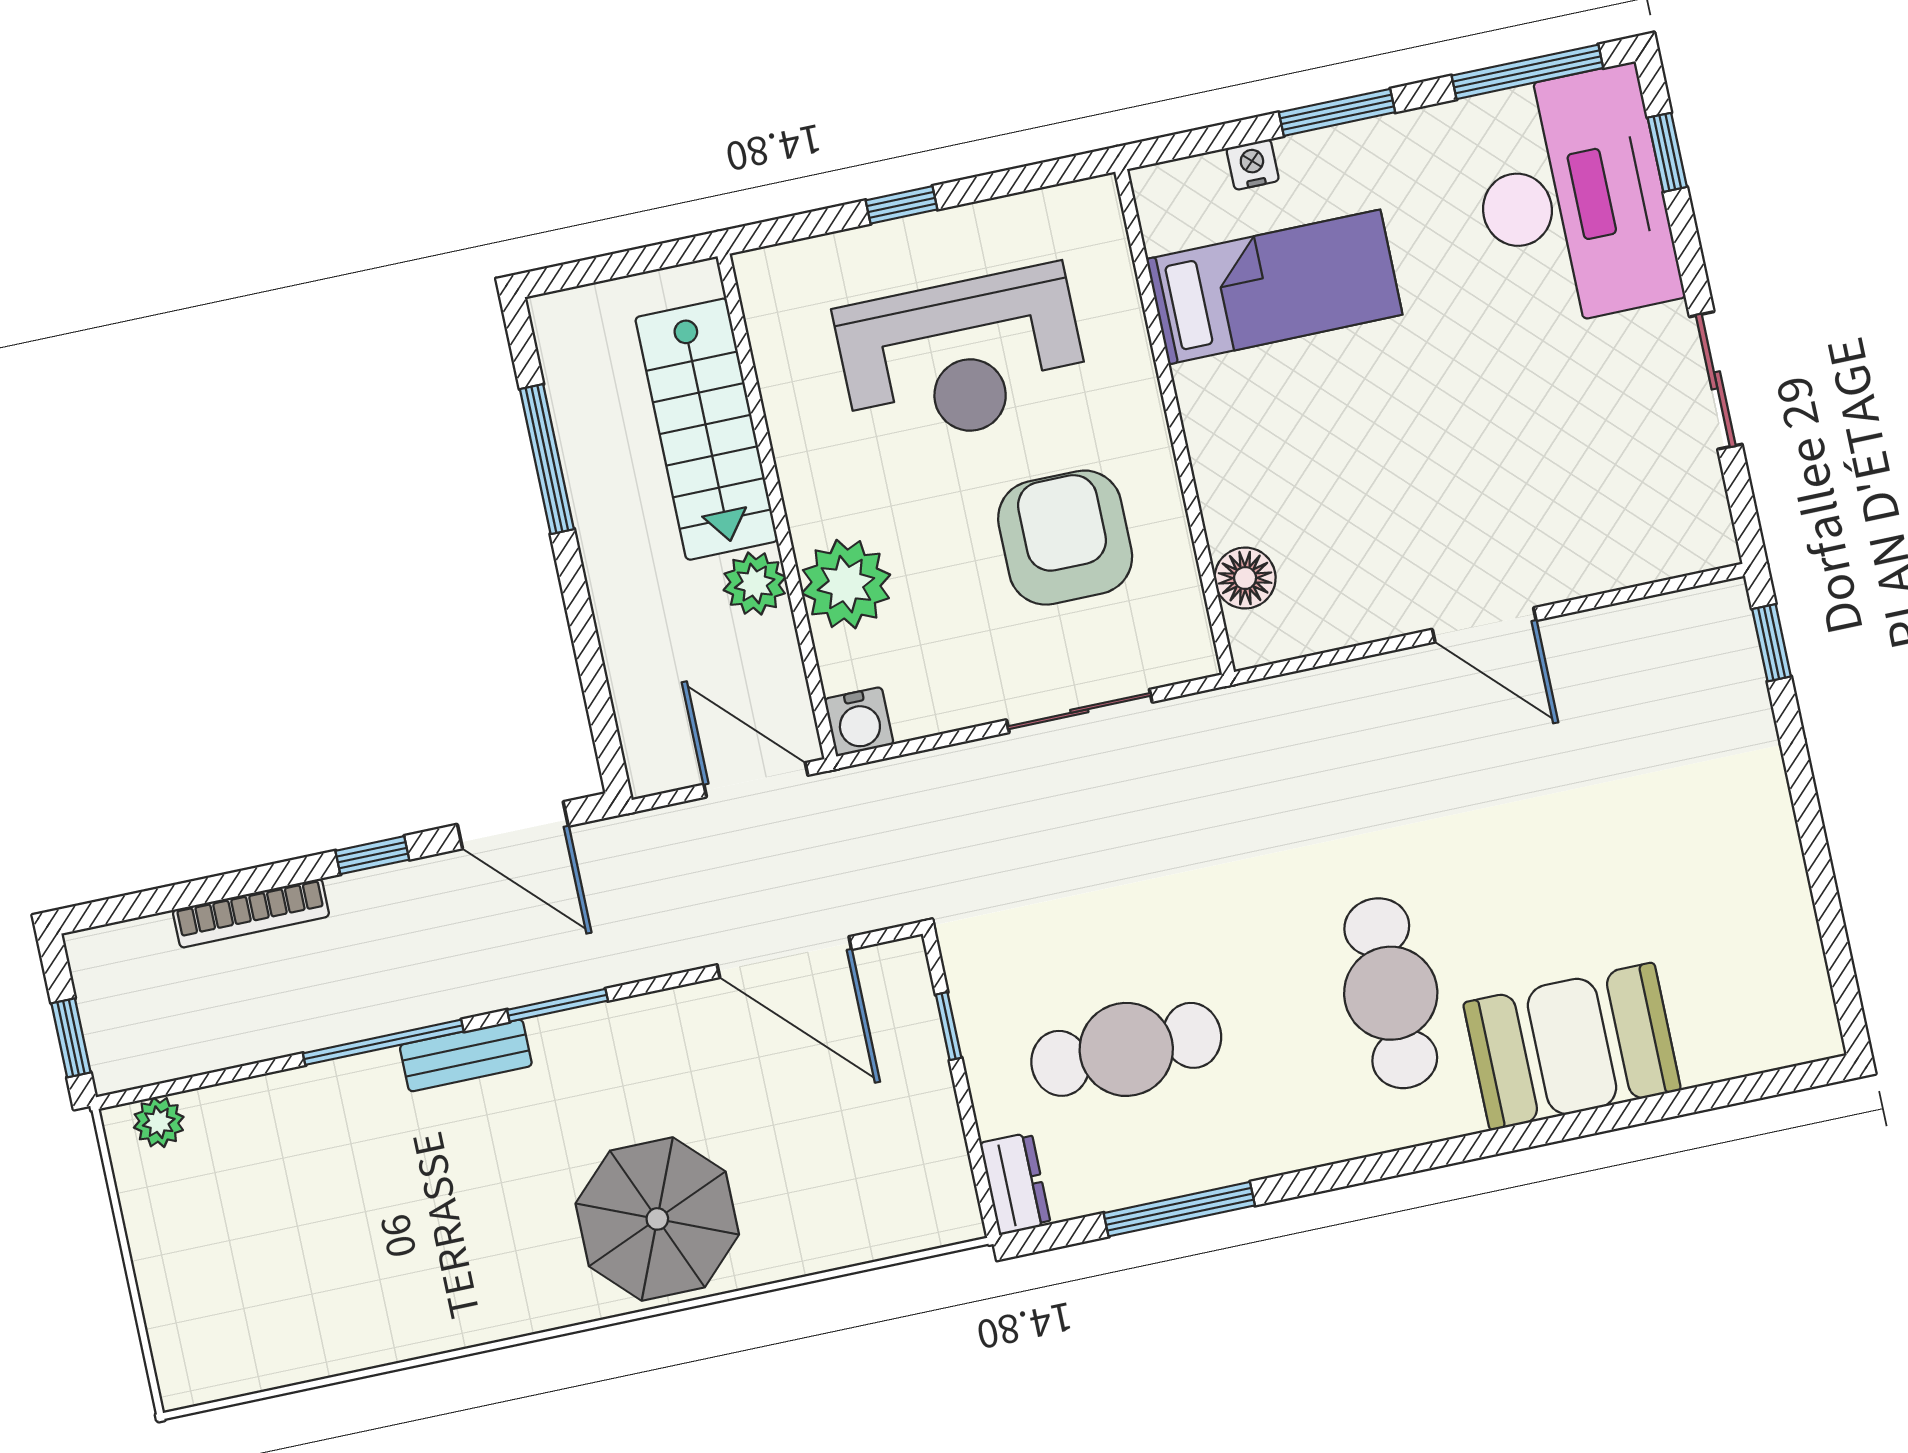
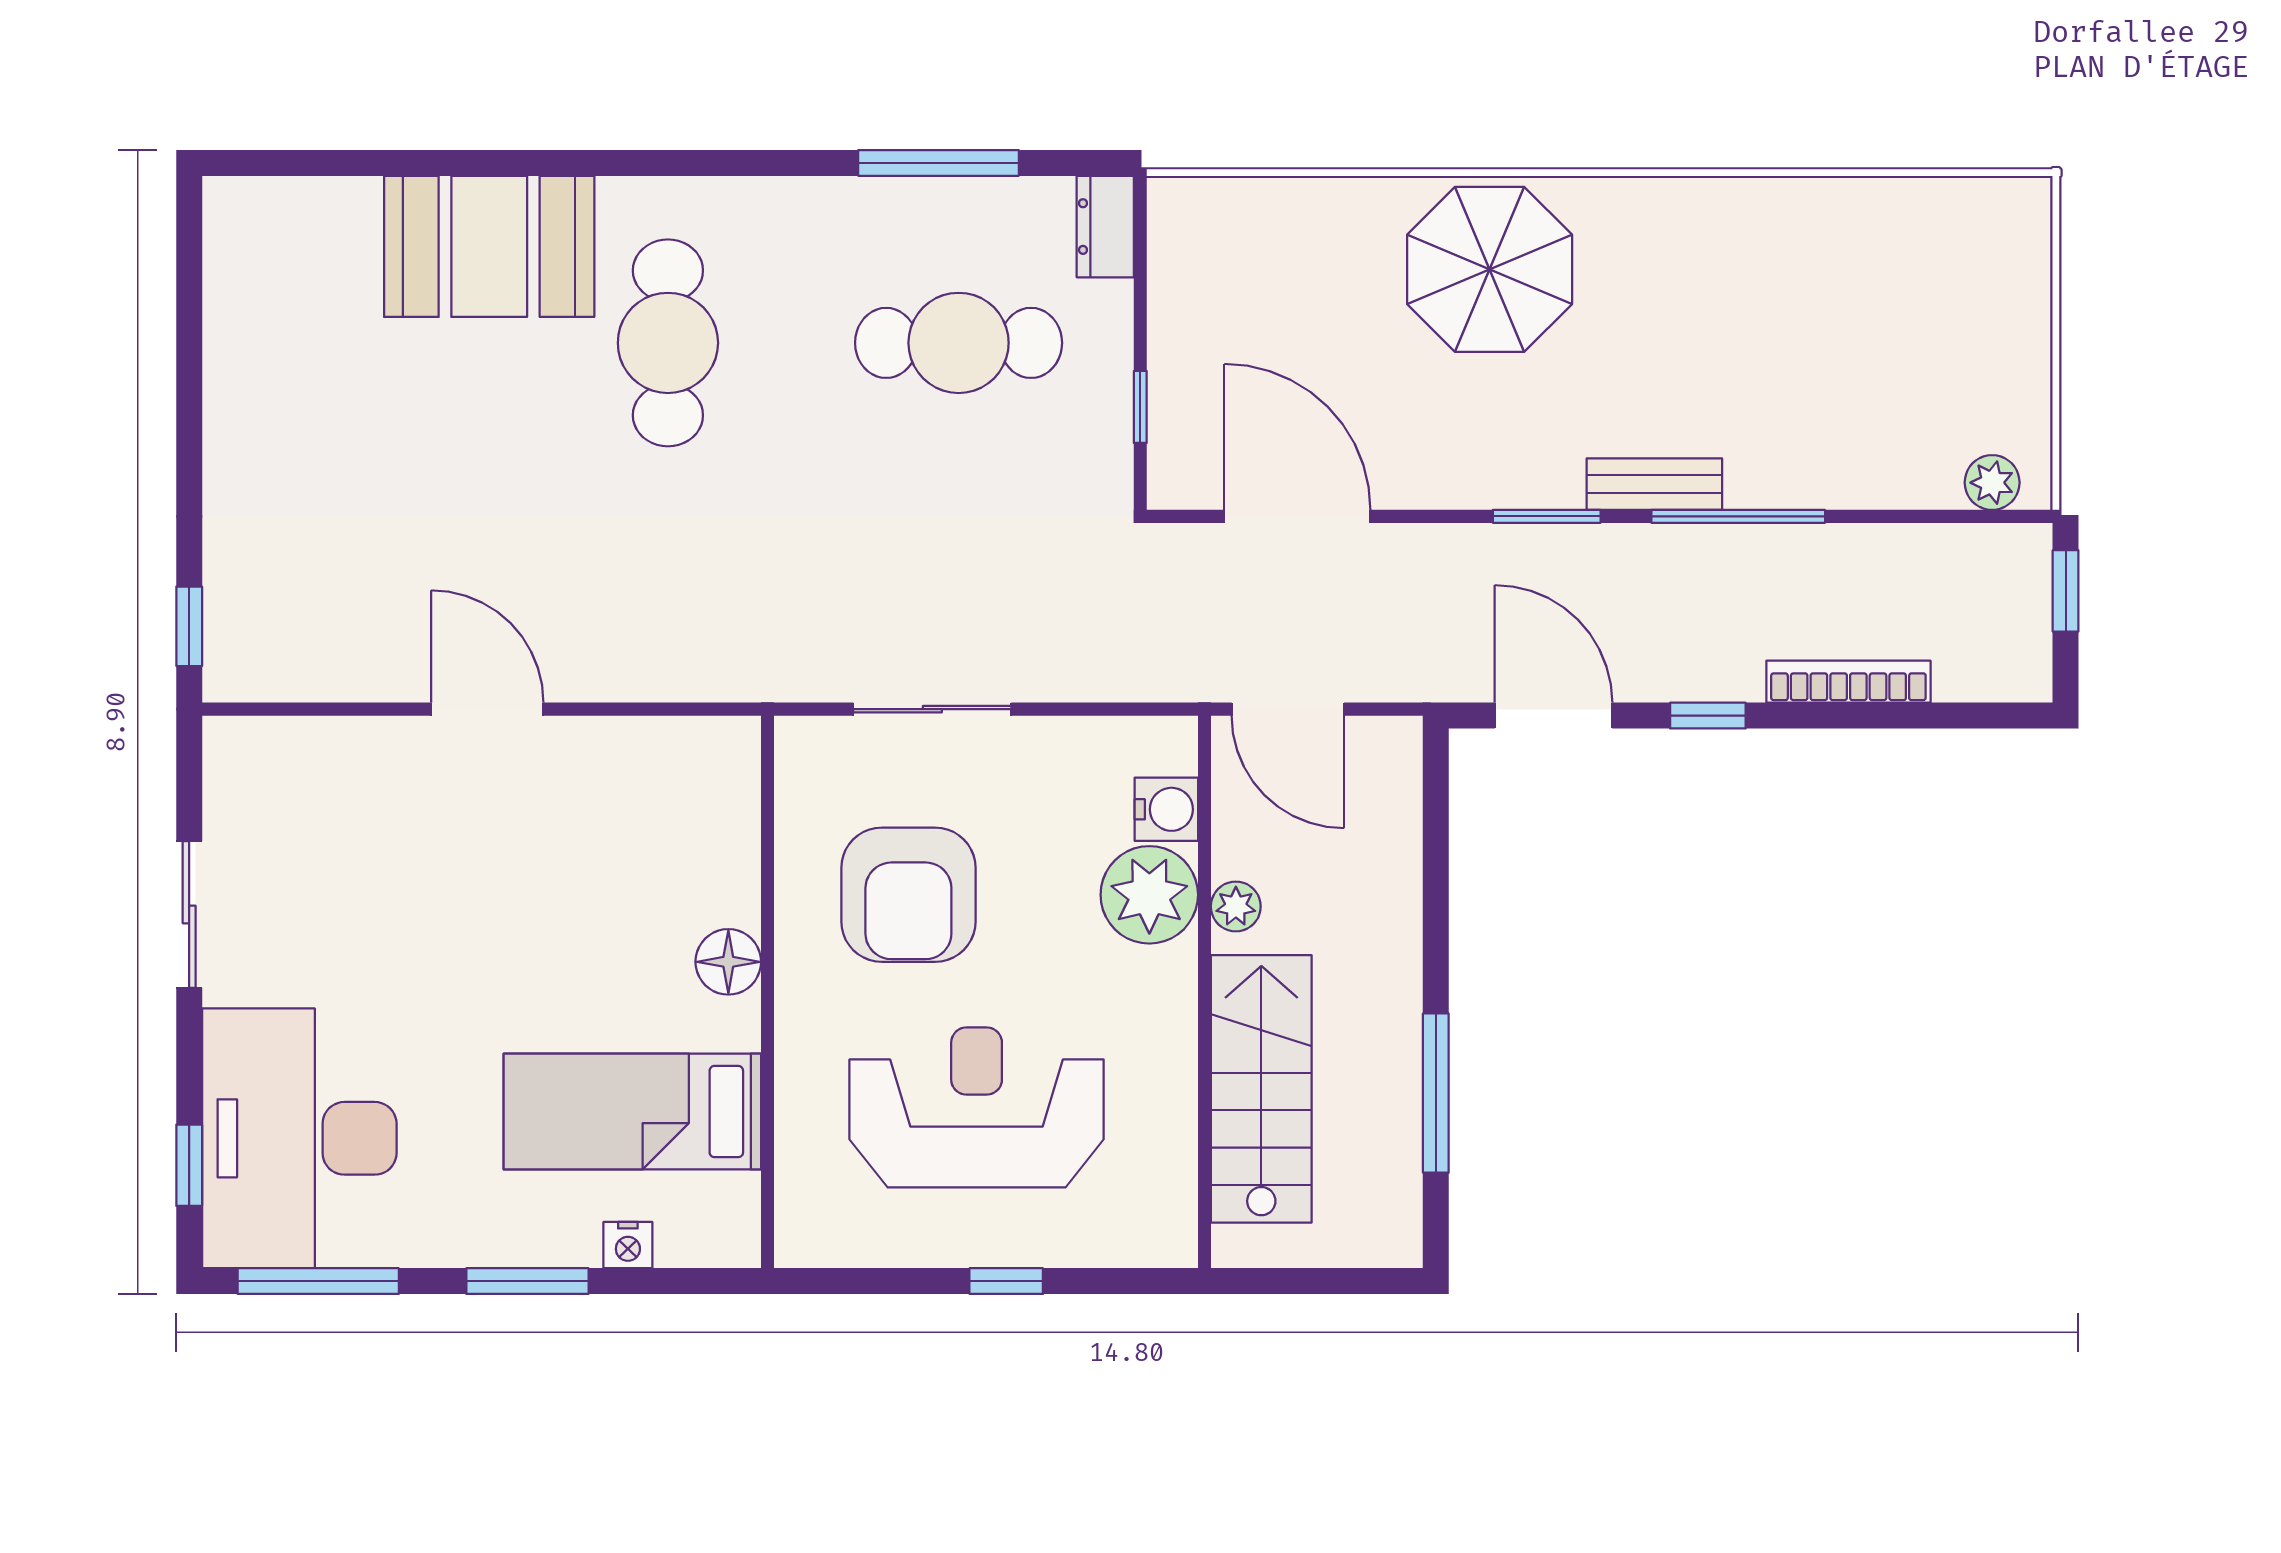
floor lamp: (1245, 578) -> (728, 962), moved
plant: (755, 584) -> (1236, 906), width x0.73, depth x0.73
water cooler: (859, 722) -> (1166, 809), moved, turned 90

